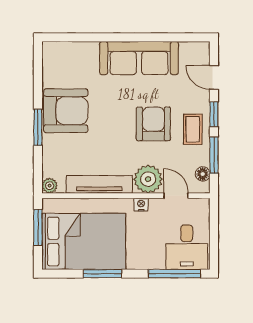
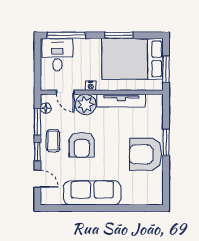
plant: (50, 186) -> (158, 100), removed

